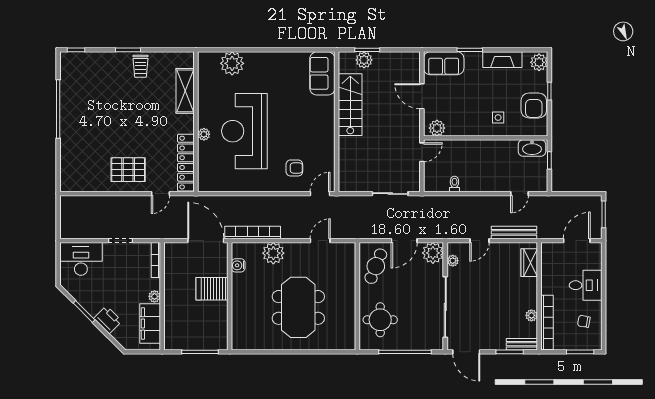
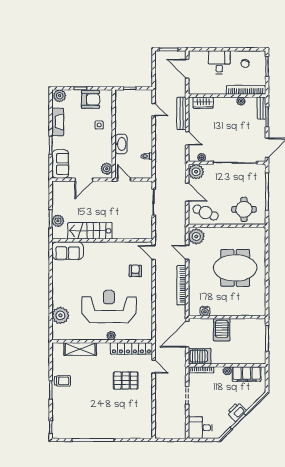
reception desk: (244, 131) -> (109, 307), turned 180
washbasin: (532, 148) -> (121, 144), moved
pallet: (128, 170) -> (126, 381), moved, turned 90
bookcase: (253, 232) -> (181, 285), moved
plant: (273, 253) -> (196, 236), moved
server rack: (175, 258) -> (200, 356), added
desk: (81, 259) -> (200, 428), width x0.73
printer: (108, 320) -> (237, 412), moved

